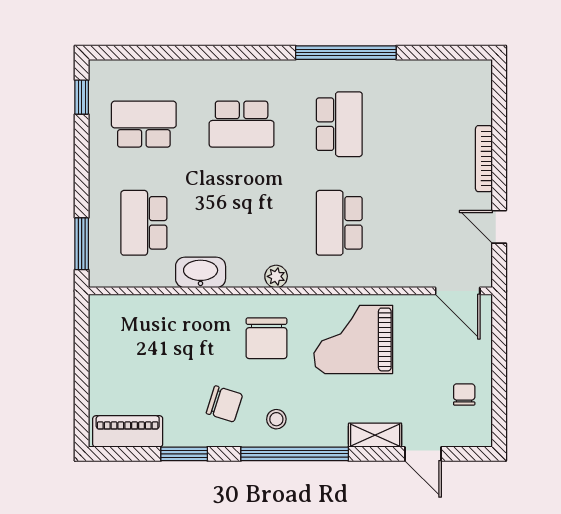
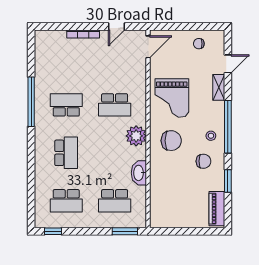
school desk: (144, 124) -> (66, 201), turned -90
plant: (276, 276) -> (136, 136), width x1.87, depth x1.87
chair: (224, 404) -> (203, 161), turned 72

